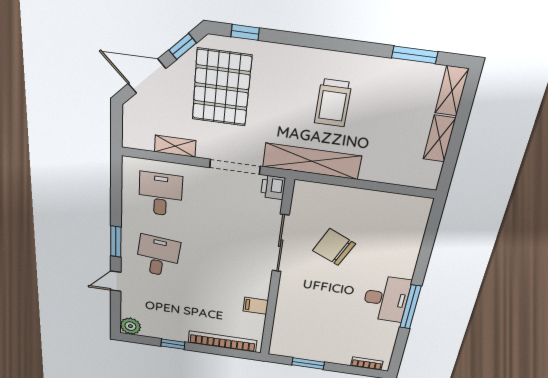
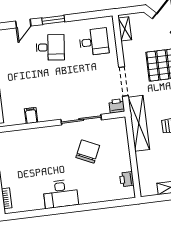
shelving: (175, 146) -> (125, 29), moved
printer: (399, 203) -> (127, 179), added
door: (116, 281) -> (23, 24), swing flipped
window: (410, 307) -> (59, 210), removed

